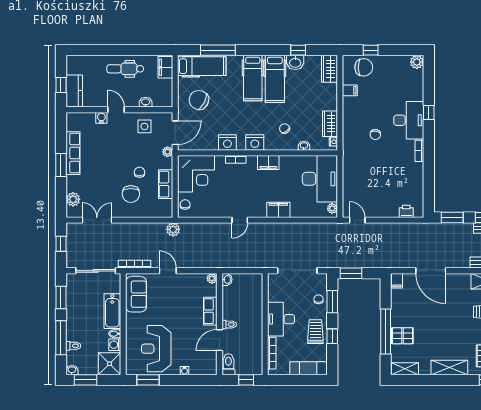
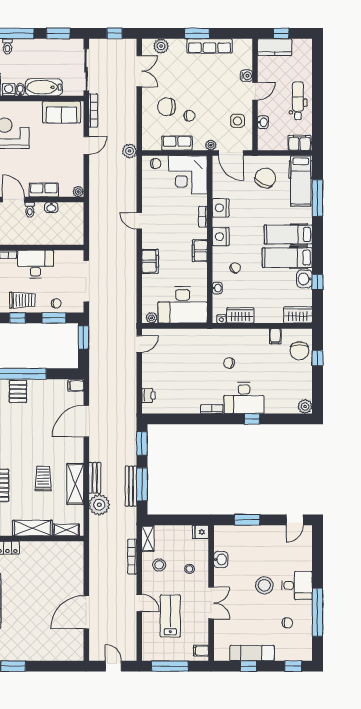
washbasin: (227, 279) -> (51, 207), moved

